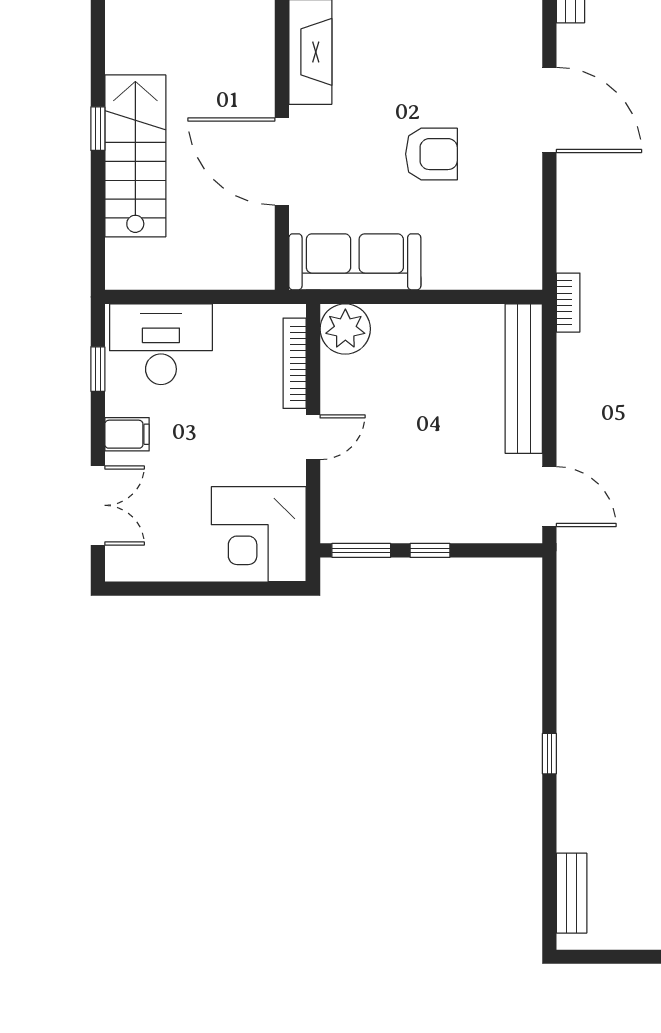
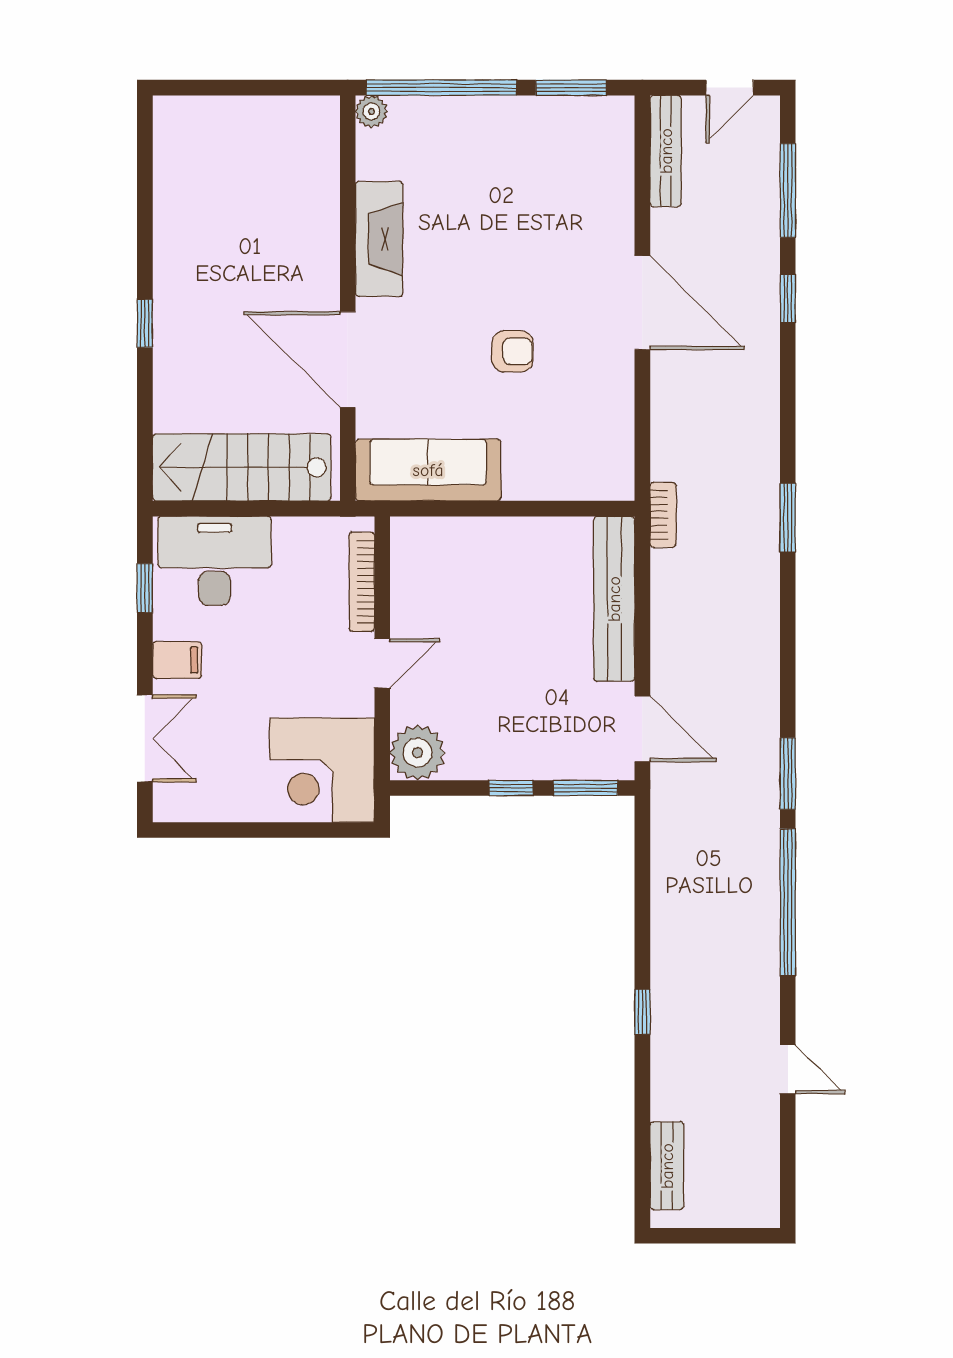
armchair: (431, 154) -> (512, 351), width x0.72, depth x0.72
stairs: (135, 156) -> (242, 467), moved, turned -90
plant: (345, 329) -> (418, 753), moved
window: (361, 550) -> (585, 788), moved

